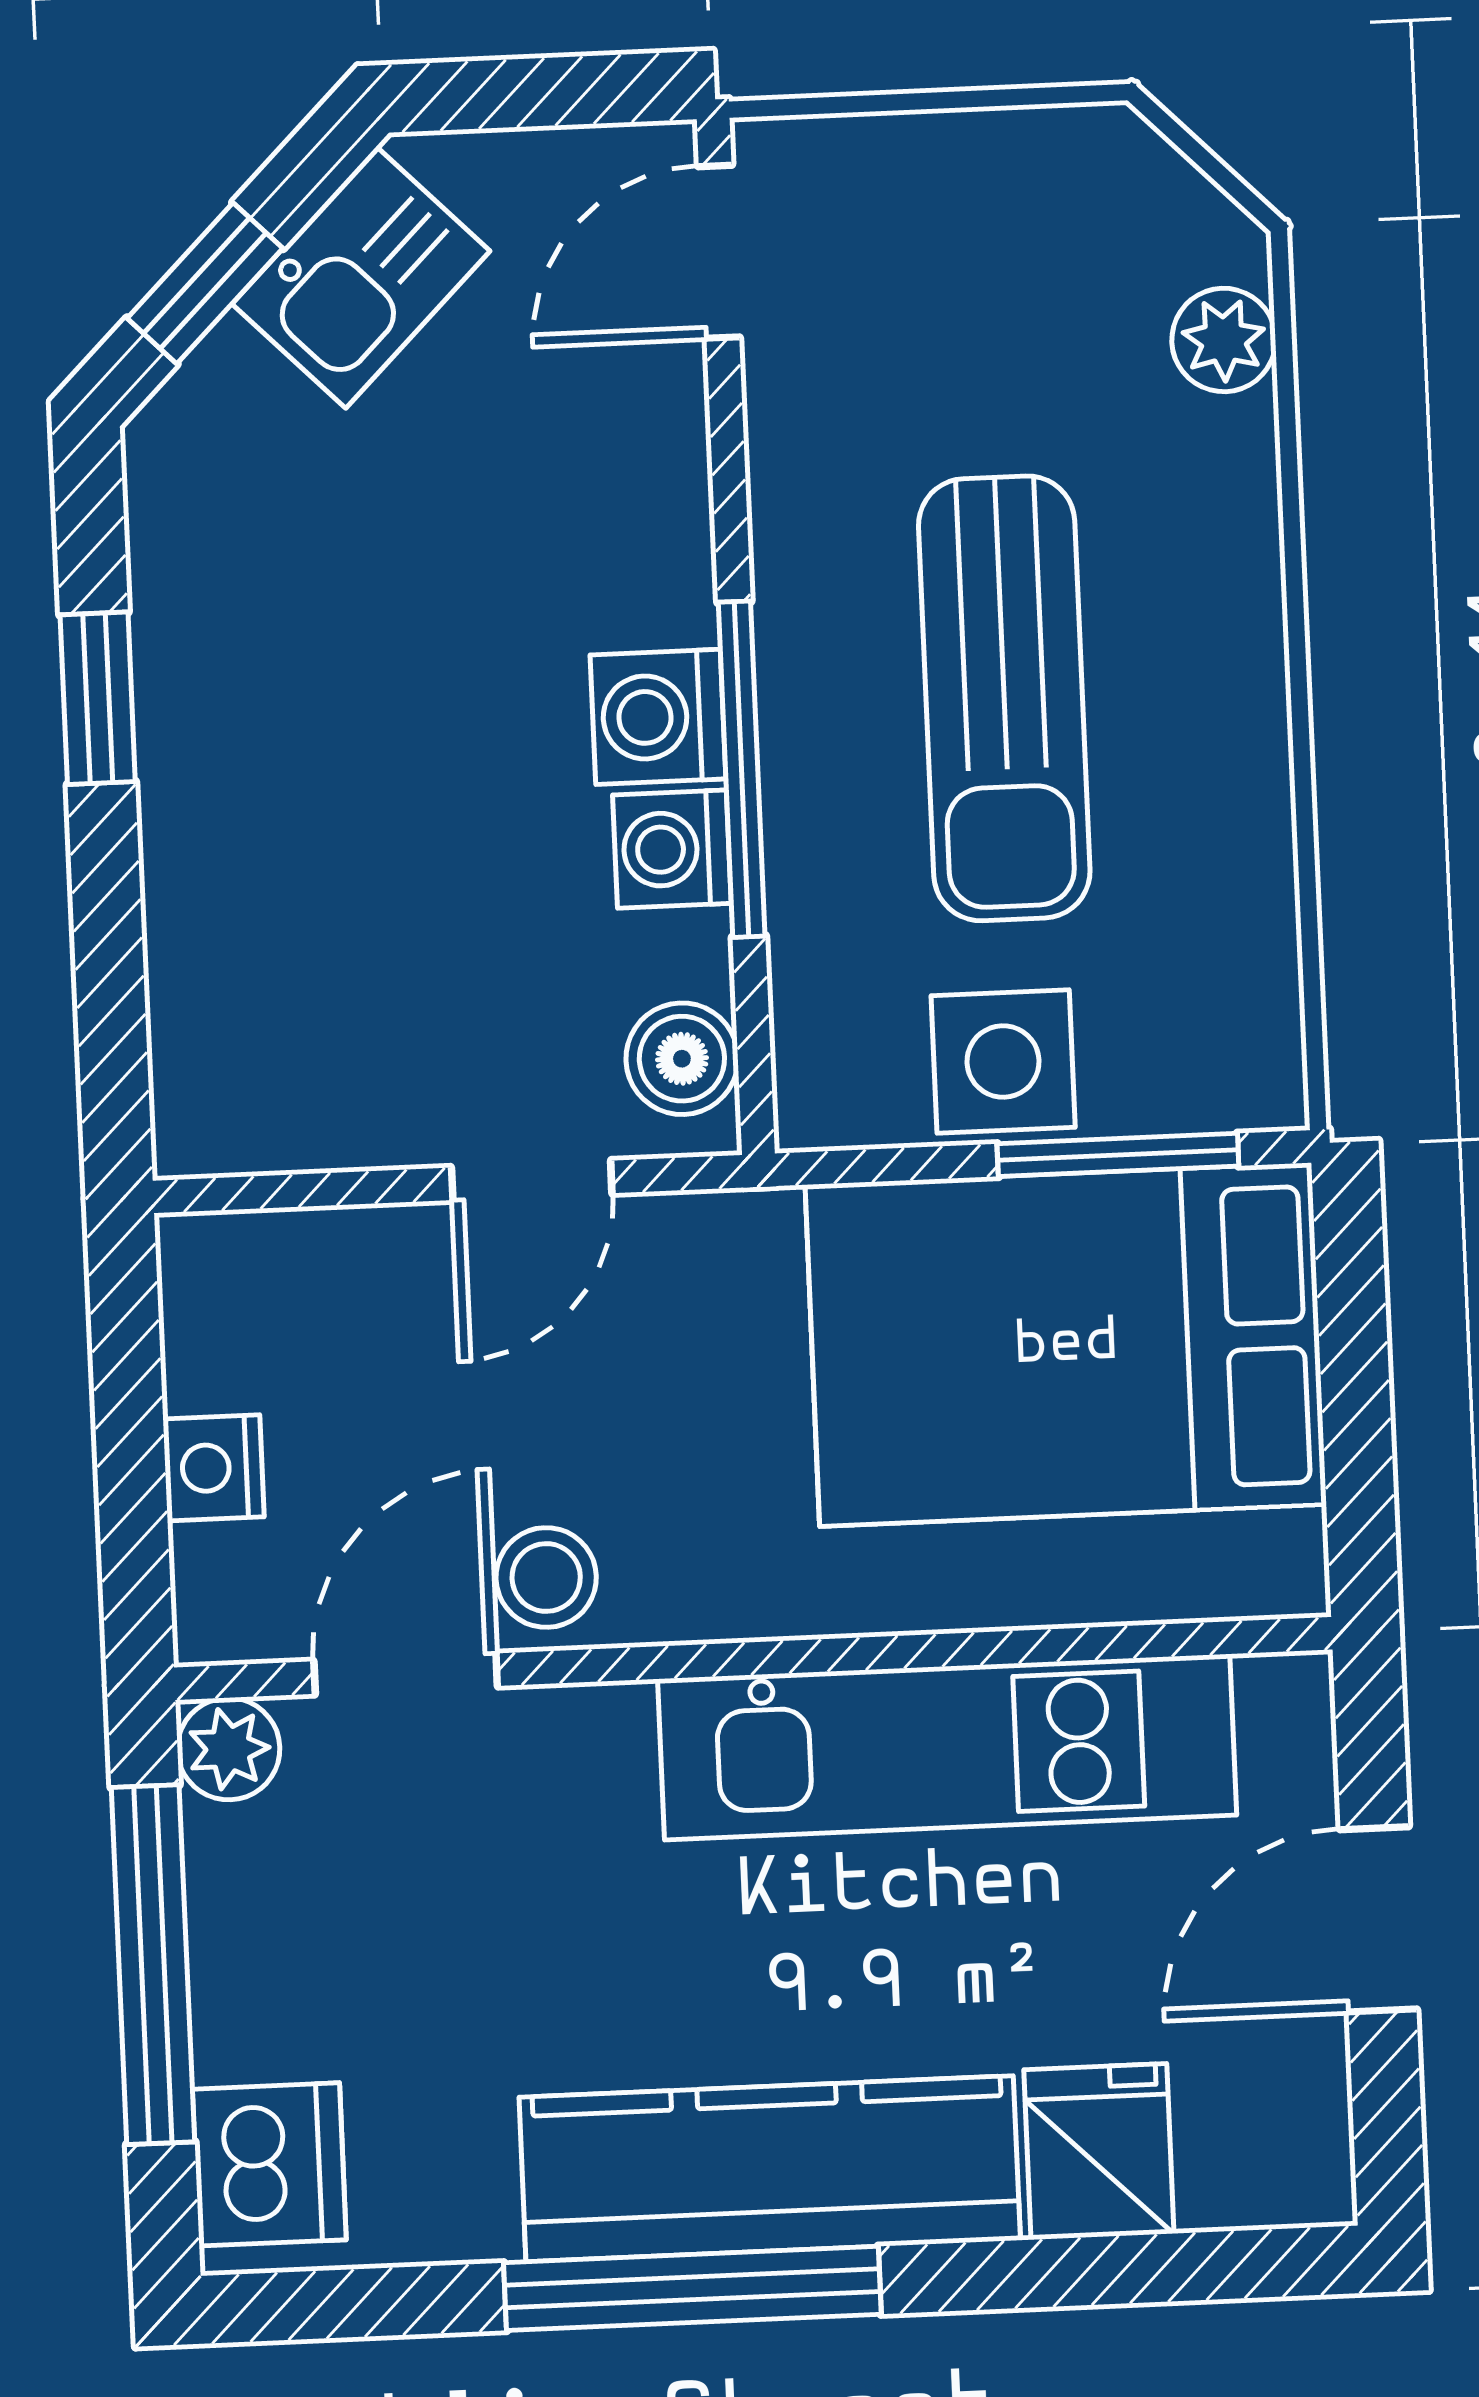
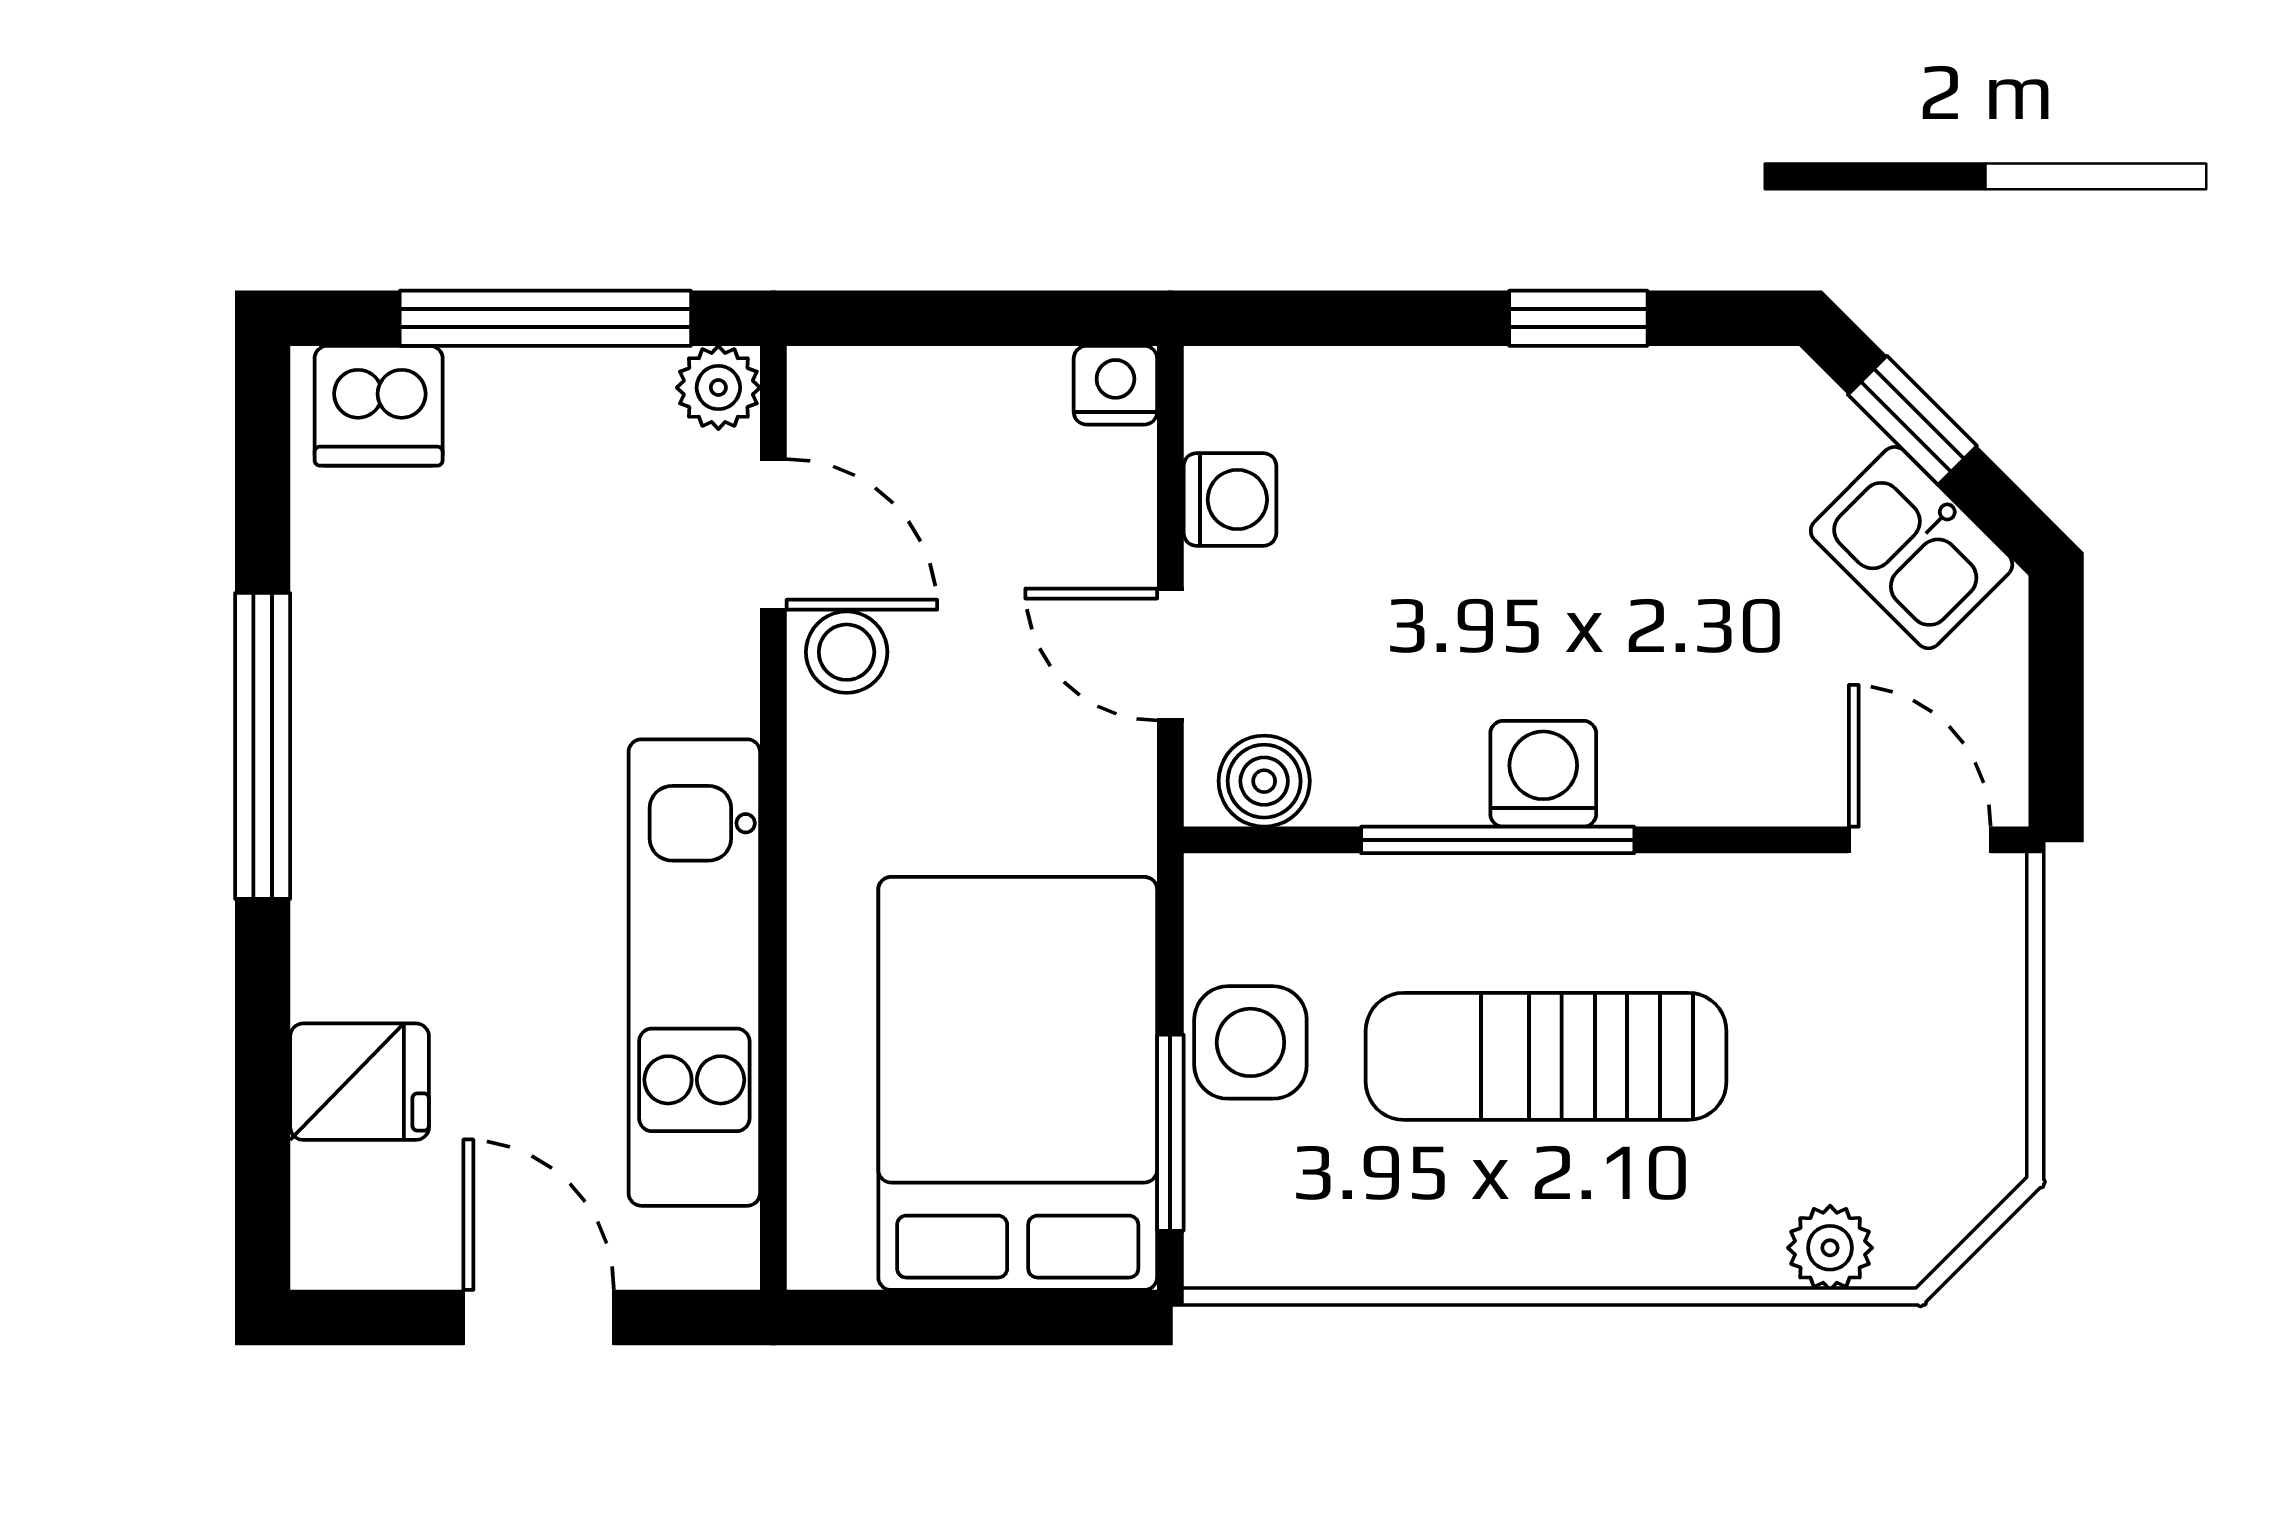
washing machine: (672, 849) -> (1230, 499), moved, turned 90
nightstand: (214, 1468) -> (1115, 385), moved
kitchen counter: (770, 2169) -> (357, 813), removed

